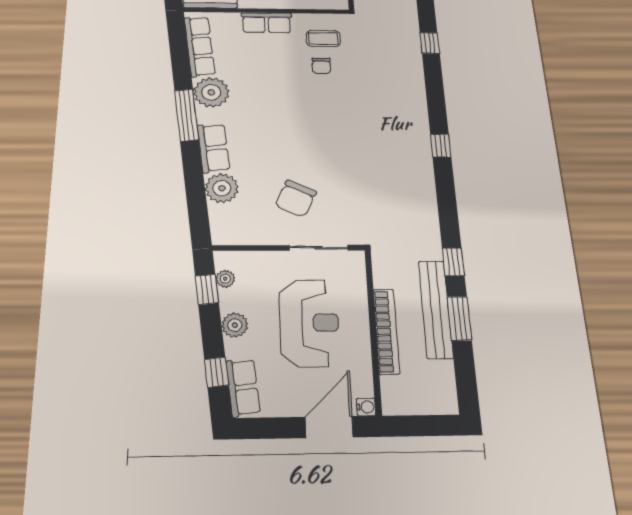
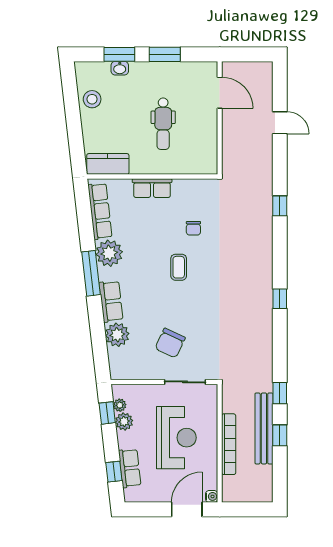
coffee table: (323, 38) -> (179, 267), moved, turned 90
window: (459, 318) -> (280, 435), width x0.67
plant: (235, 325) -> (124, 421), moved
row of seats: (243, 387) -> (130, 468), moved

